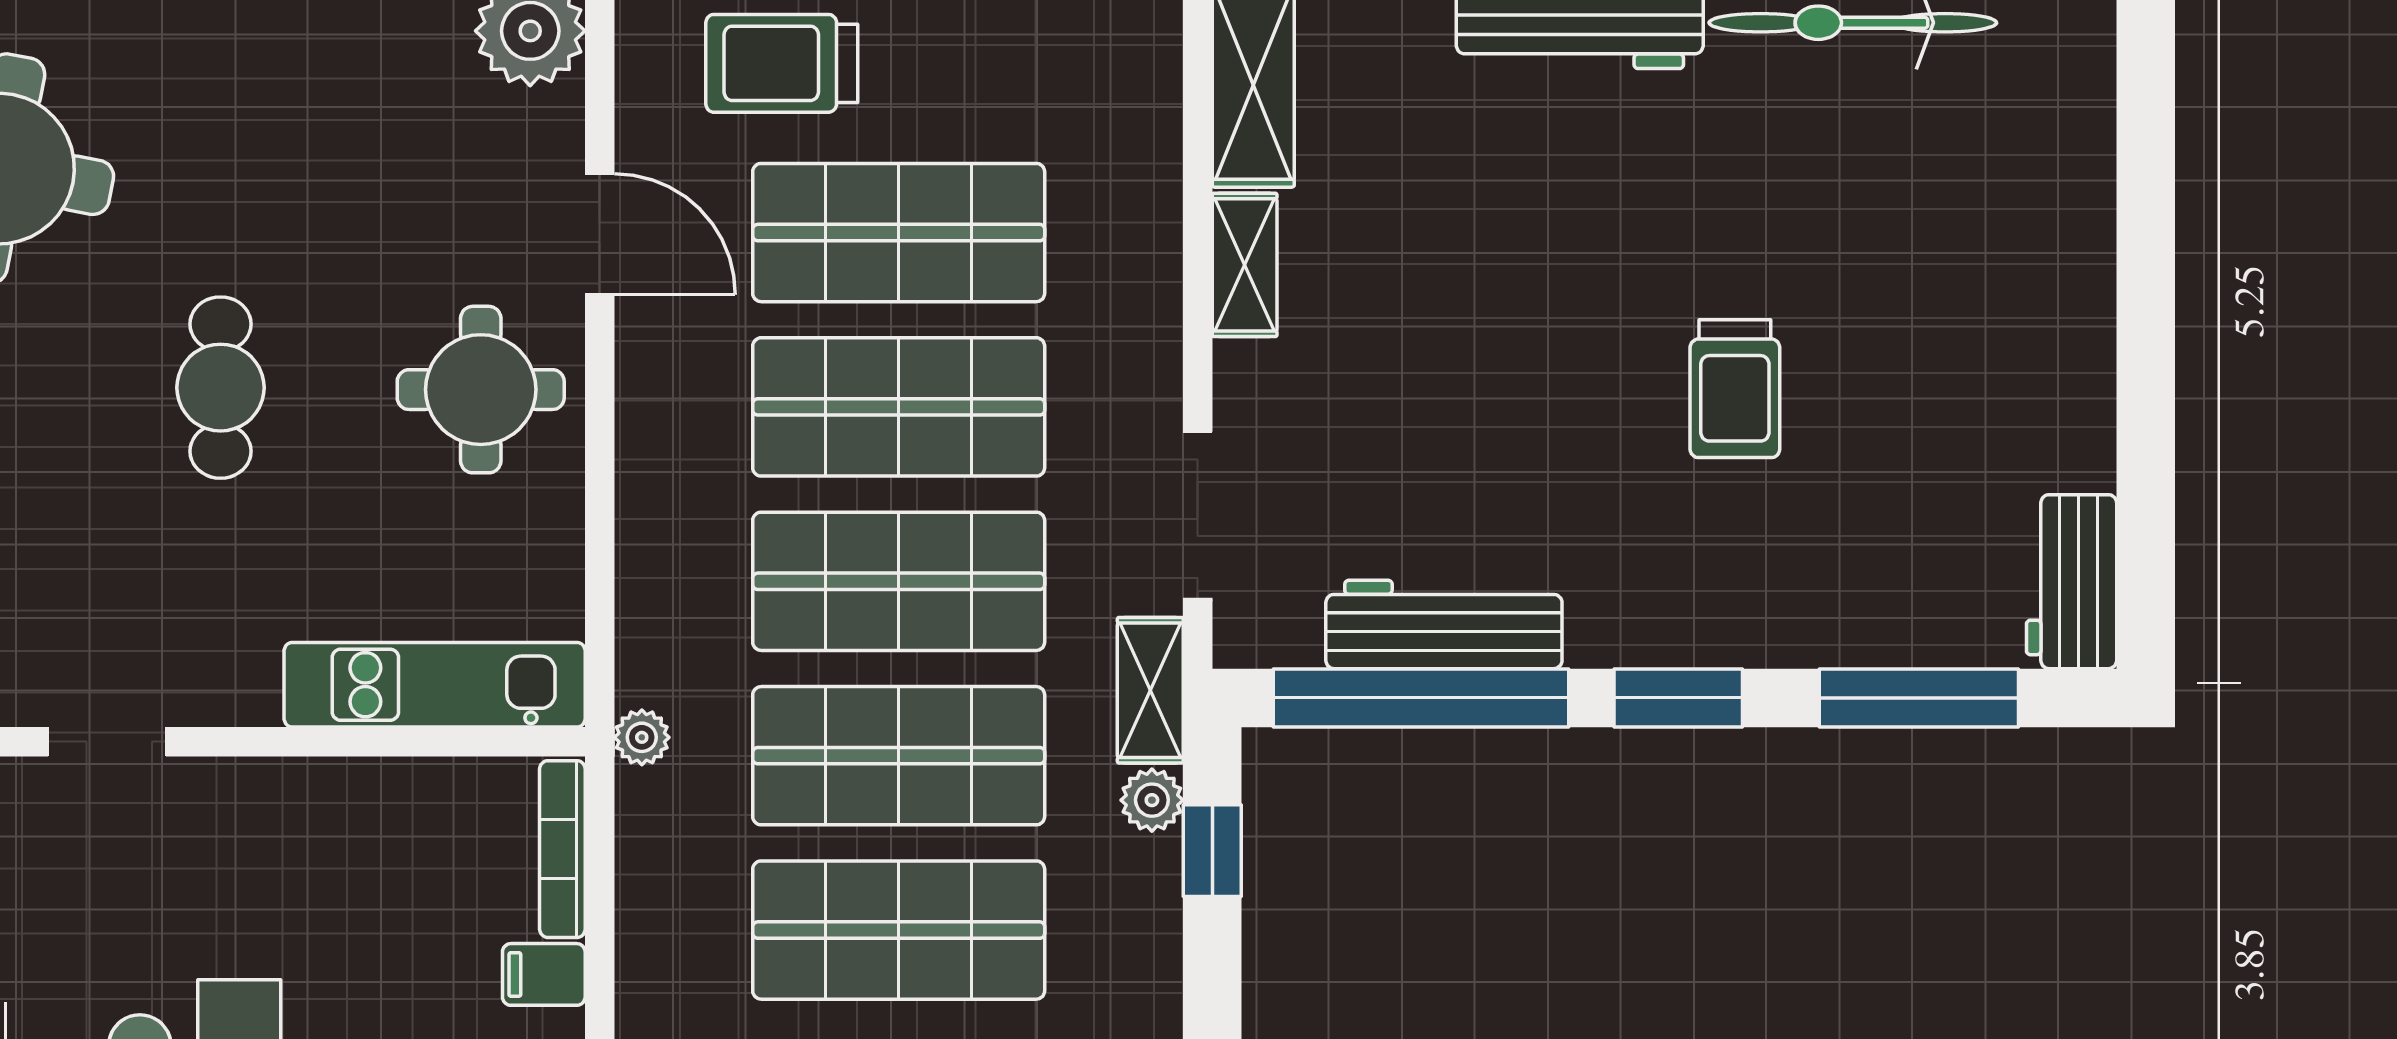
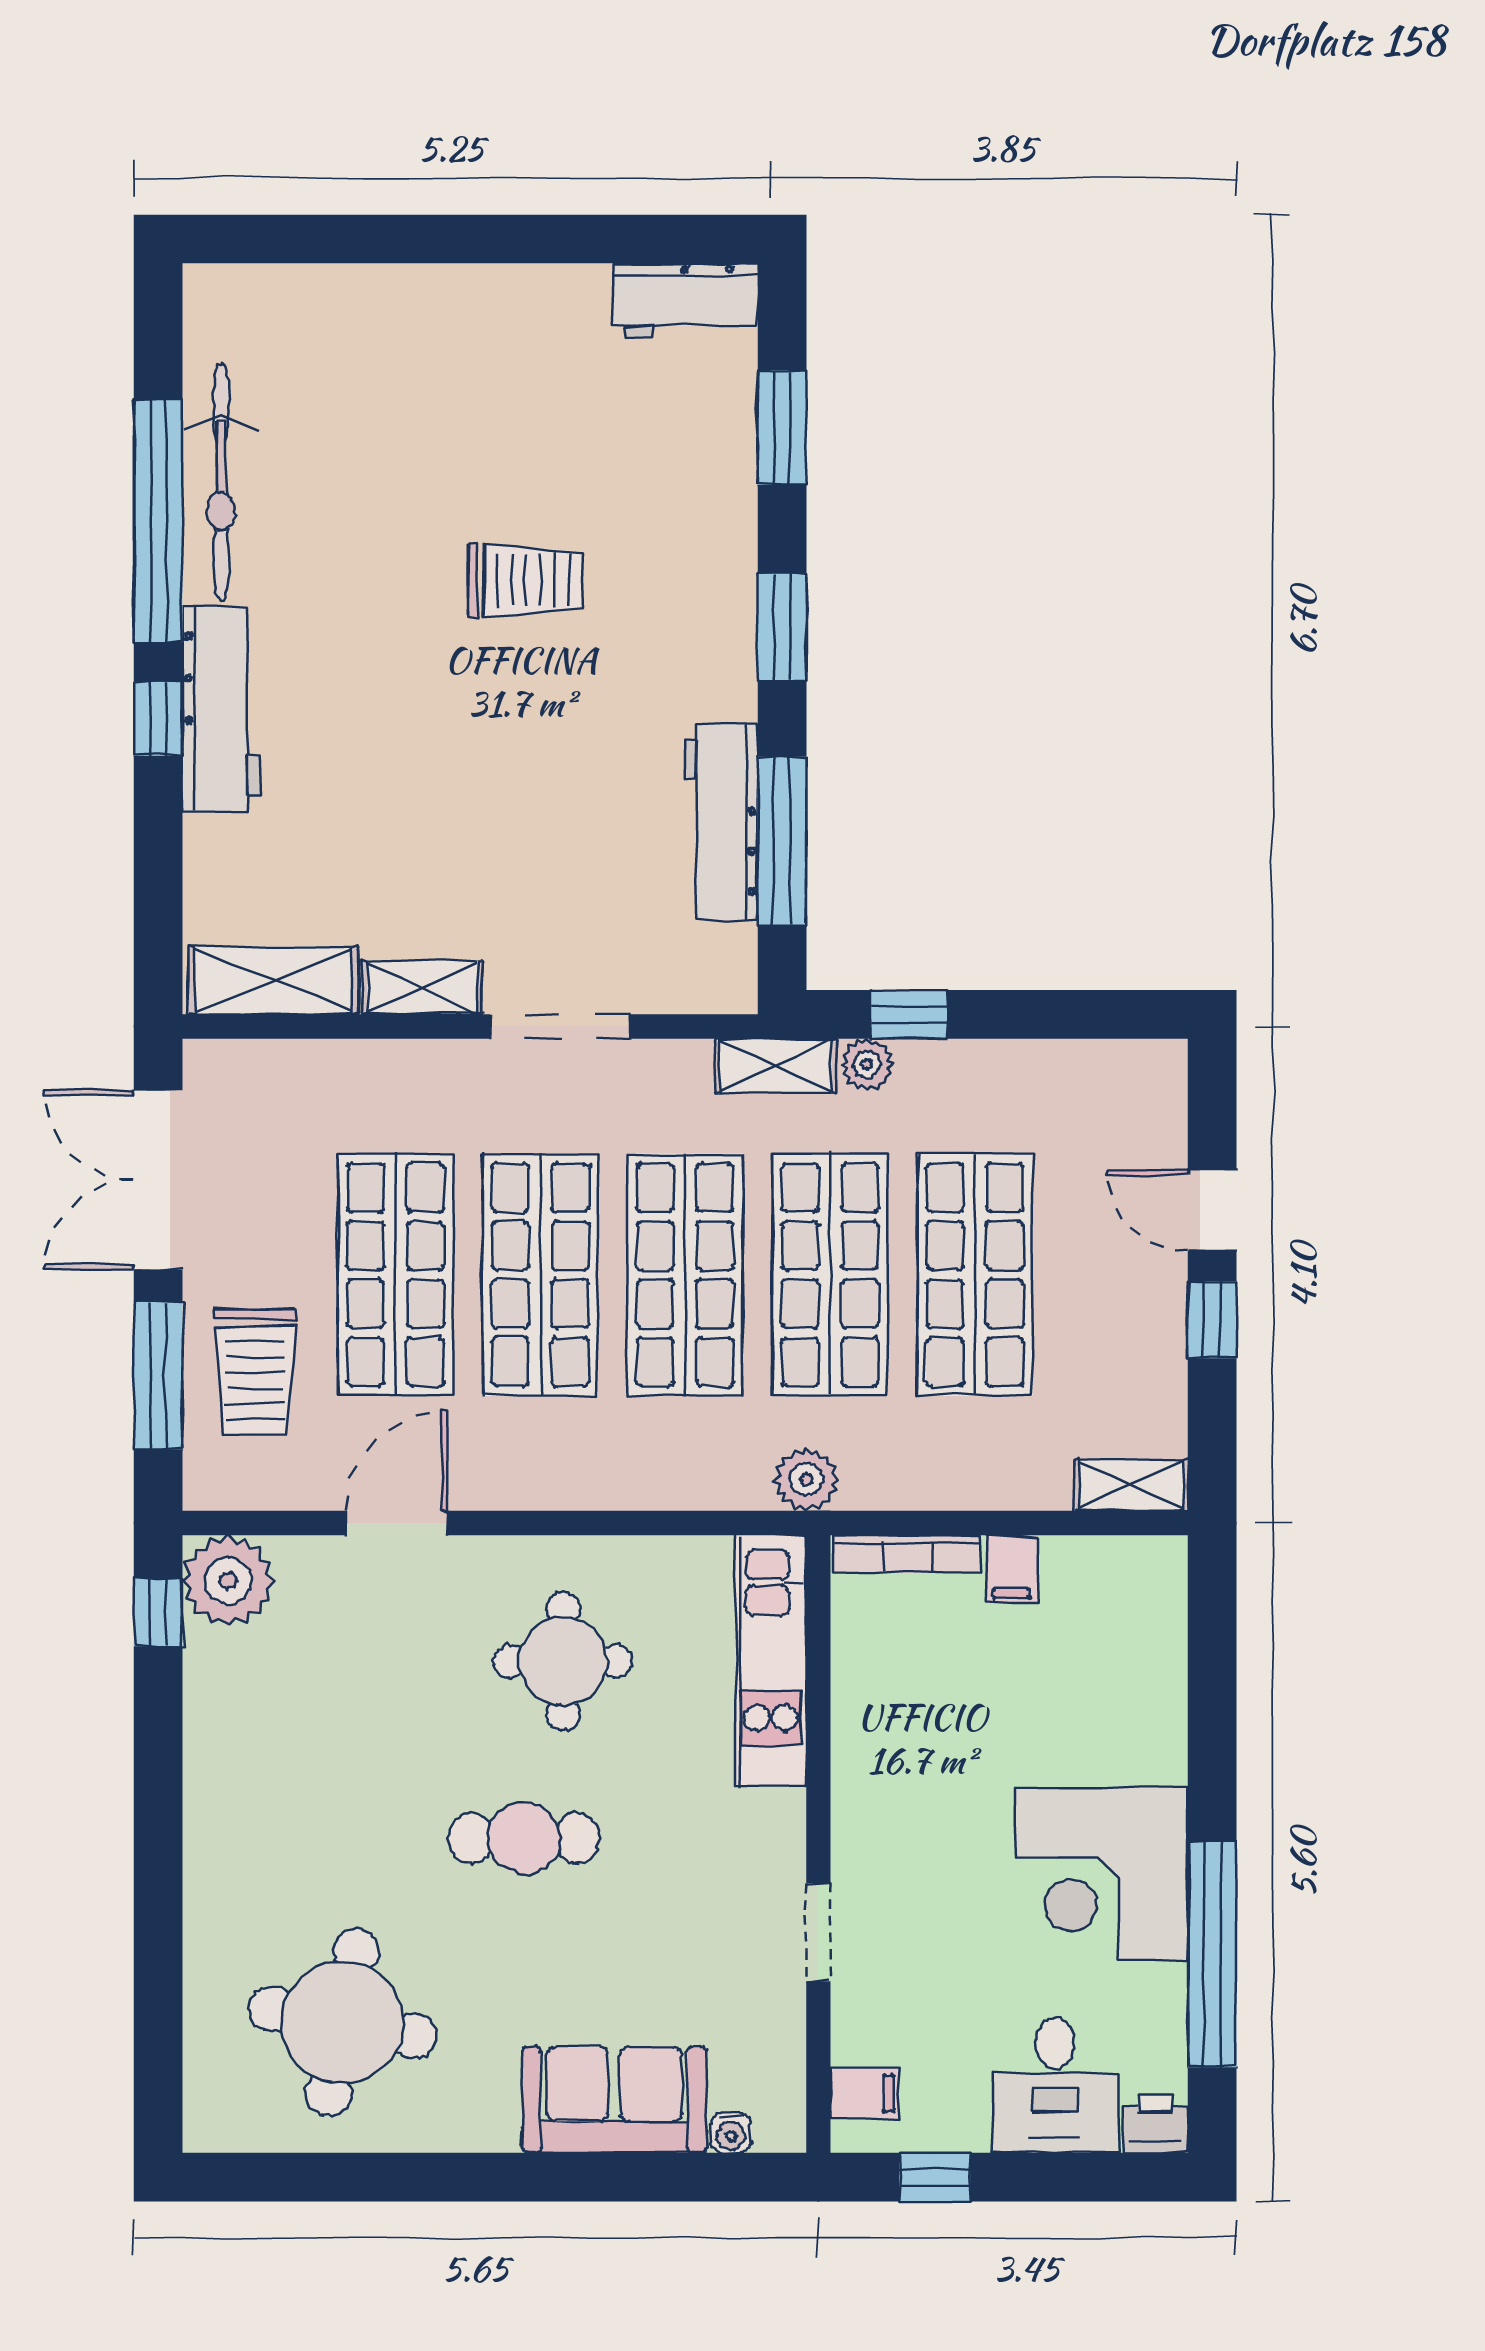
round table: (481, 390) -> (563, 1661), moved
doorway: (1198, 516) -> (560, 1026), moved
window: (1421, 698) -> (782, 841), width x0.68
window: (1919, 698) -> (782, 427), width x0.69
plant: (642, 737) -> (806, 1480), width x1.38, depth x1.38

